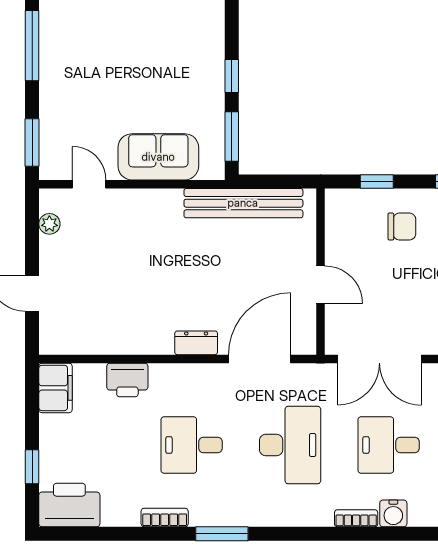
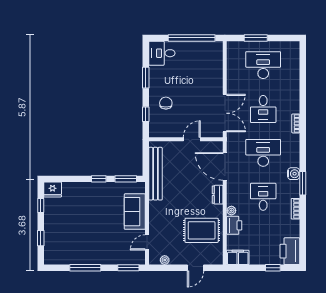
rug: (116, 307) -> (202, 230), added
plant: (161, 374) -> (231, 211), added
desk: (192, 445) -> (263, 197), turned 180
water cooler: (393, 513) -> (294, 174), moved

